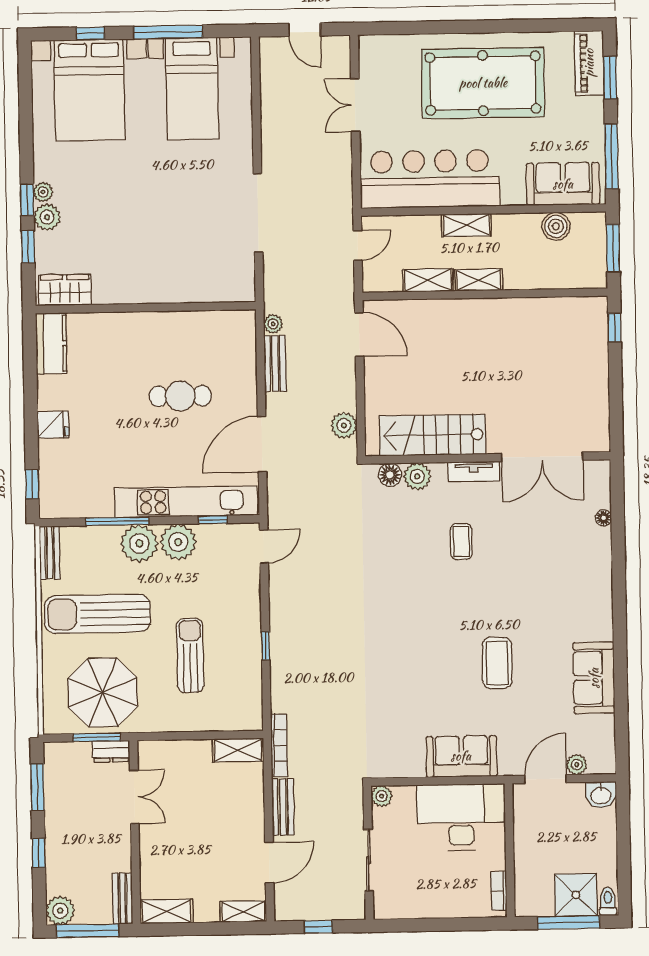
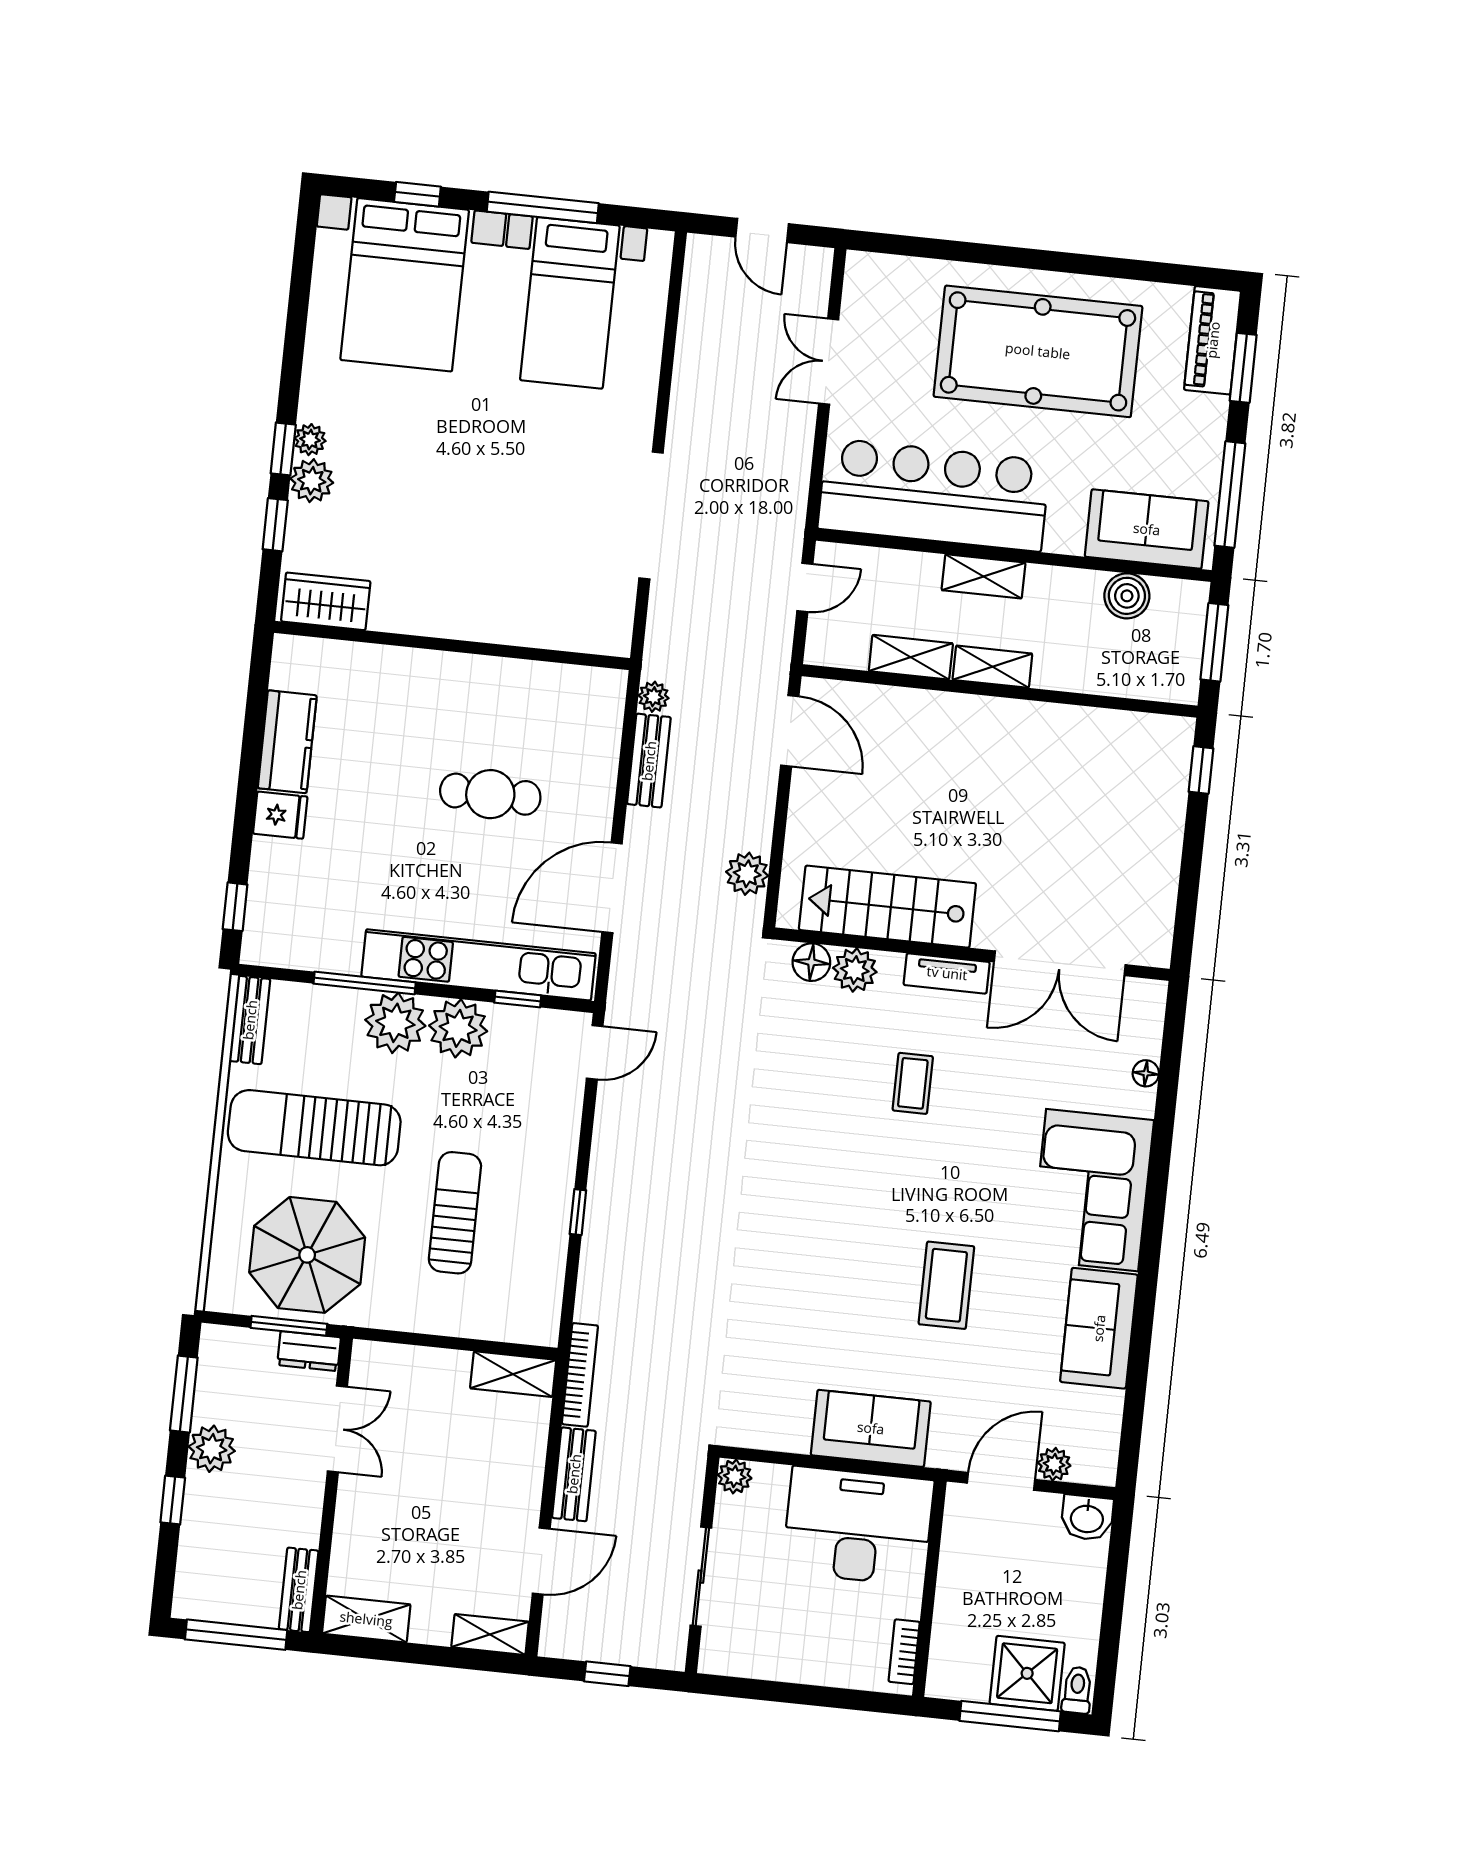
kitchen counter: (51, 343) -> (287, 742), moved
corner sofa: (579, 594) -> (1092, 1190), added
plant: (60, 911) -> (212, 1449), moved

